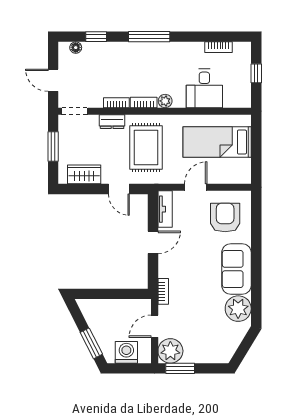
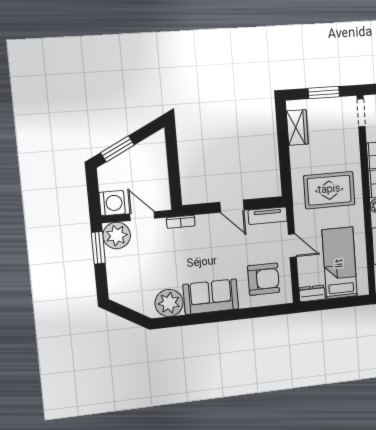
dresser: (112, 122) -> (312, 293), moved, turned 90
door: (119, 189) -> (285, 165), removed
washing machine: (126, 352) -> (112, 203), moved

